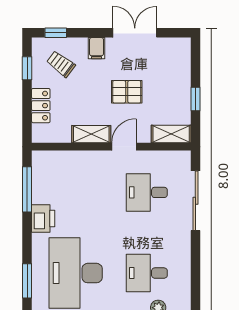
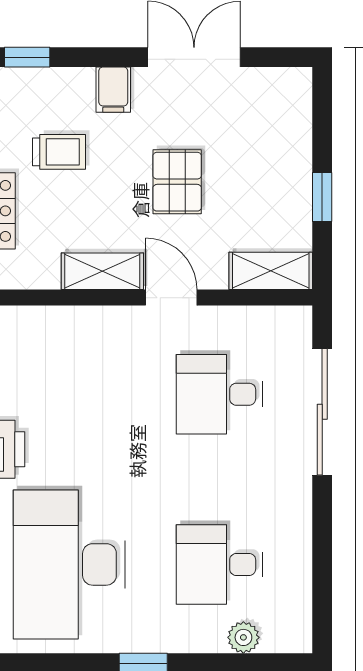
trolley: (61, 64) -> (59, 152), moved, turned 143
pallet: (127, 92) -> (177, 182), turned 90
door: (124, 147) -> (171, 298), hinge flipped

